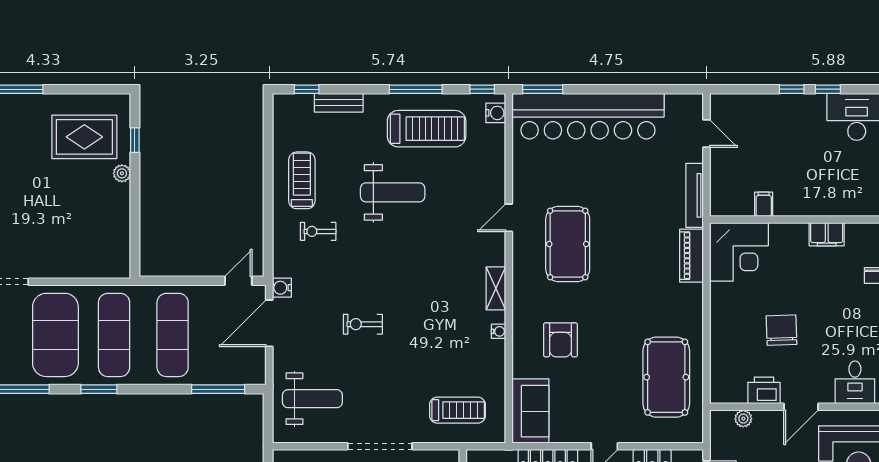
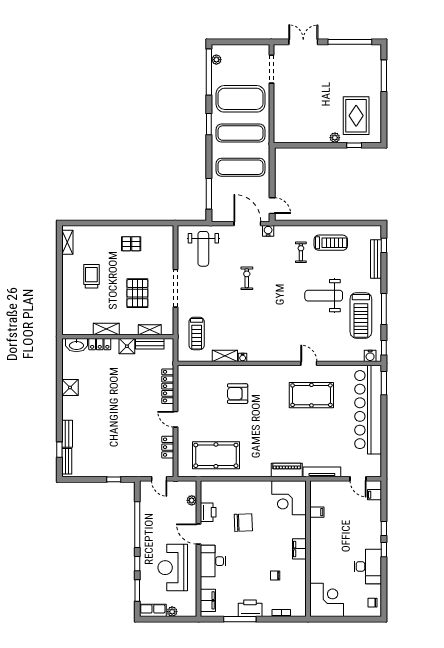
bench: (339, 103) -> (376, 259), width x1.36
filing cabinet: (734, 105) -> (374, 495), added
door: (706, 134) -> (358, 479), hinge flipped
weight bench: (393, 192) -> (324, 296), turned 90
pool table: (568, 244) -> (311, 395), moved
shelving: (496, 288) -> (225, 356), moved
desk: (855, 382) -> (213, 561), width x1.37
sofa: (530, 411) -> (196, 376), removed

